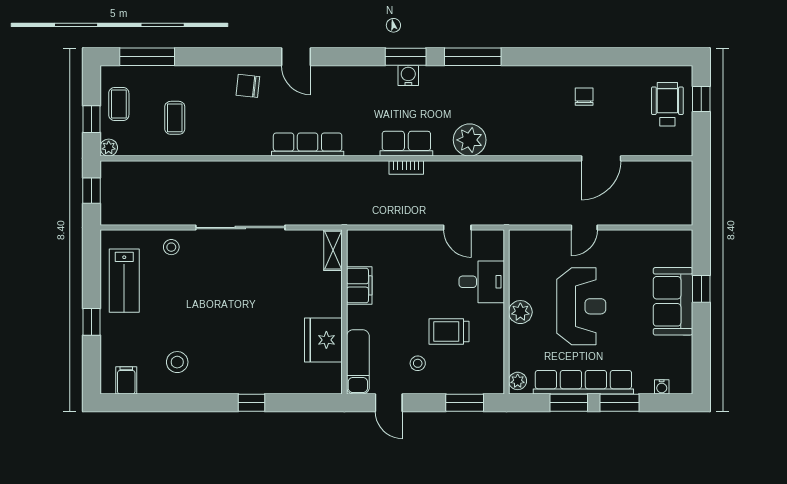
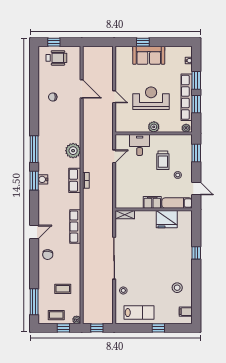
wheelchair: (667, 104) -> (56, 58), turned 180
filing cabinet: (359, 285) -> (152, 202), moved
door: (389, 403) -> (196, 189), hinge flipped

